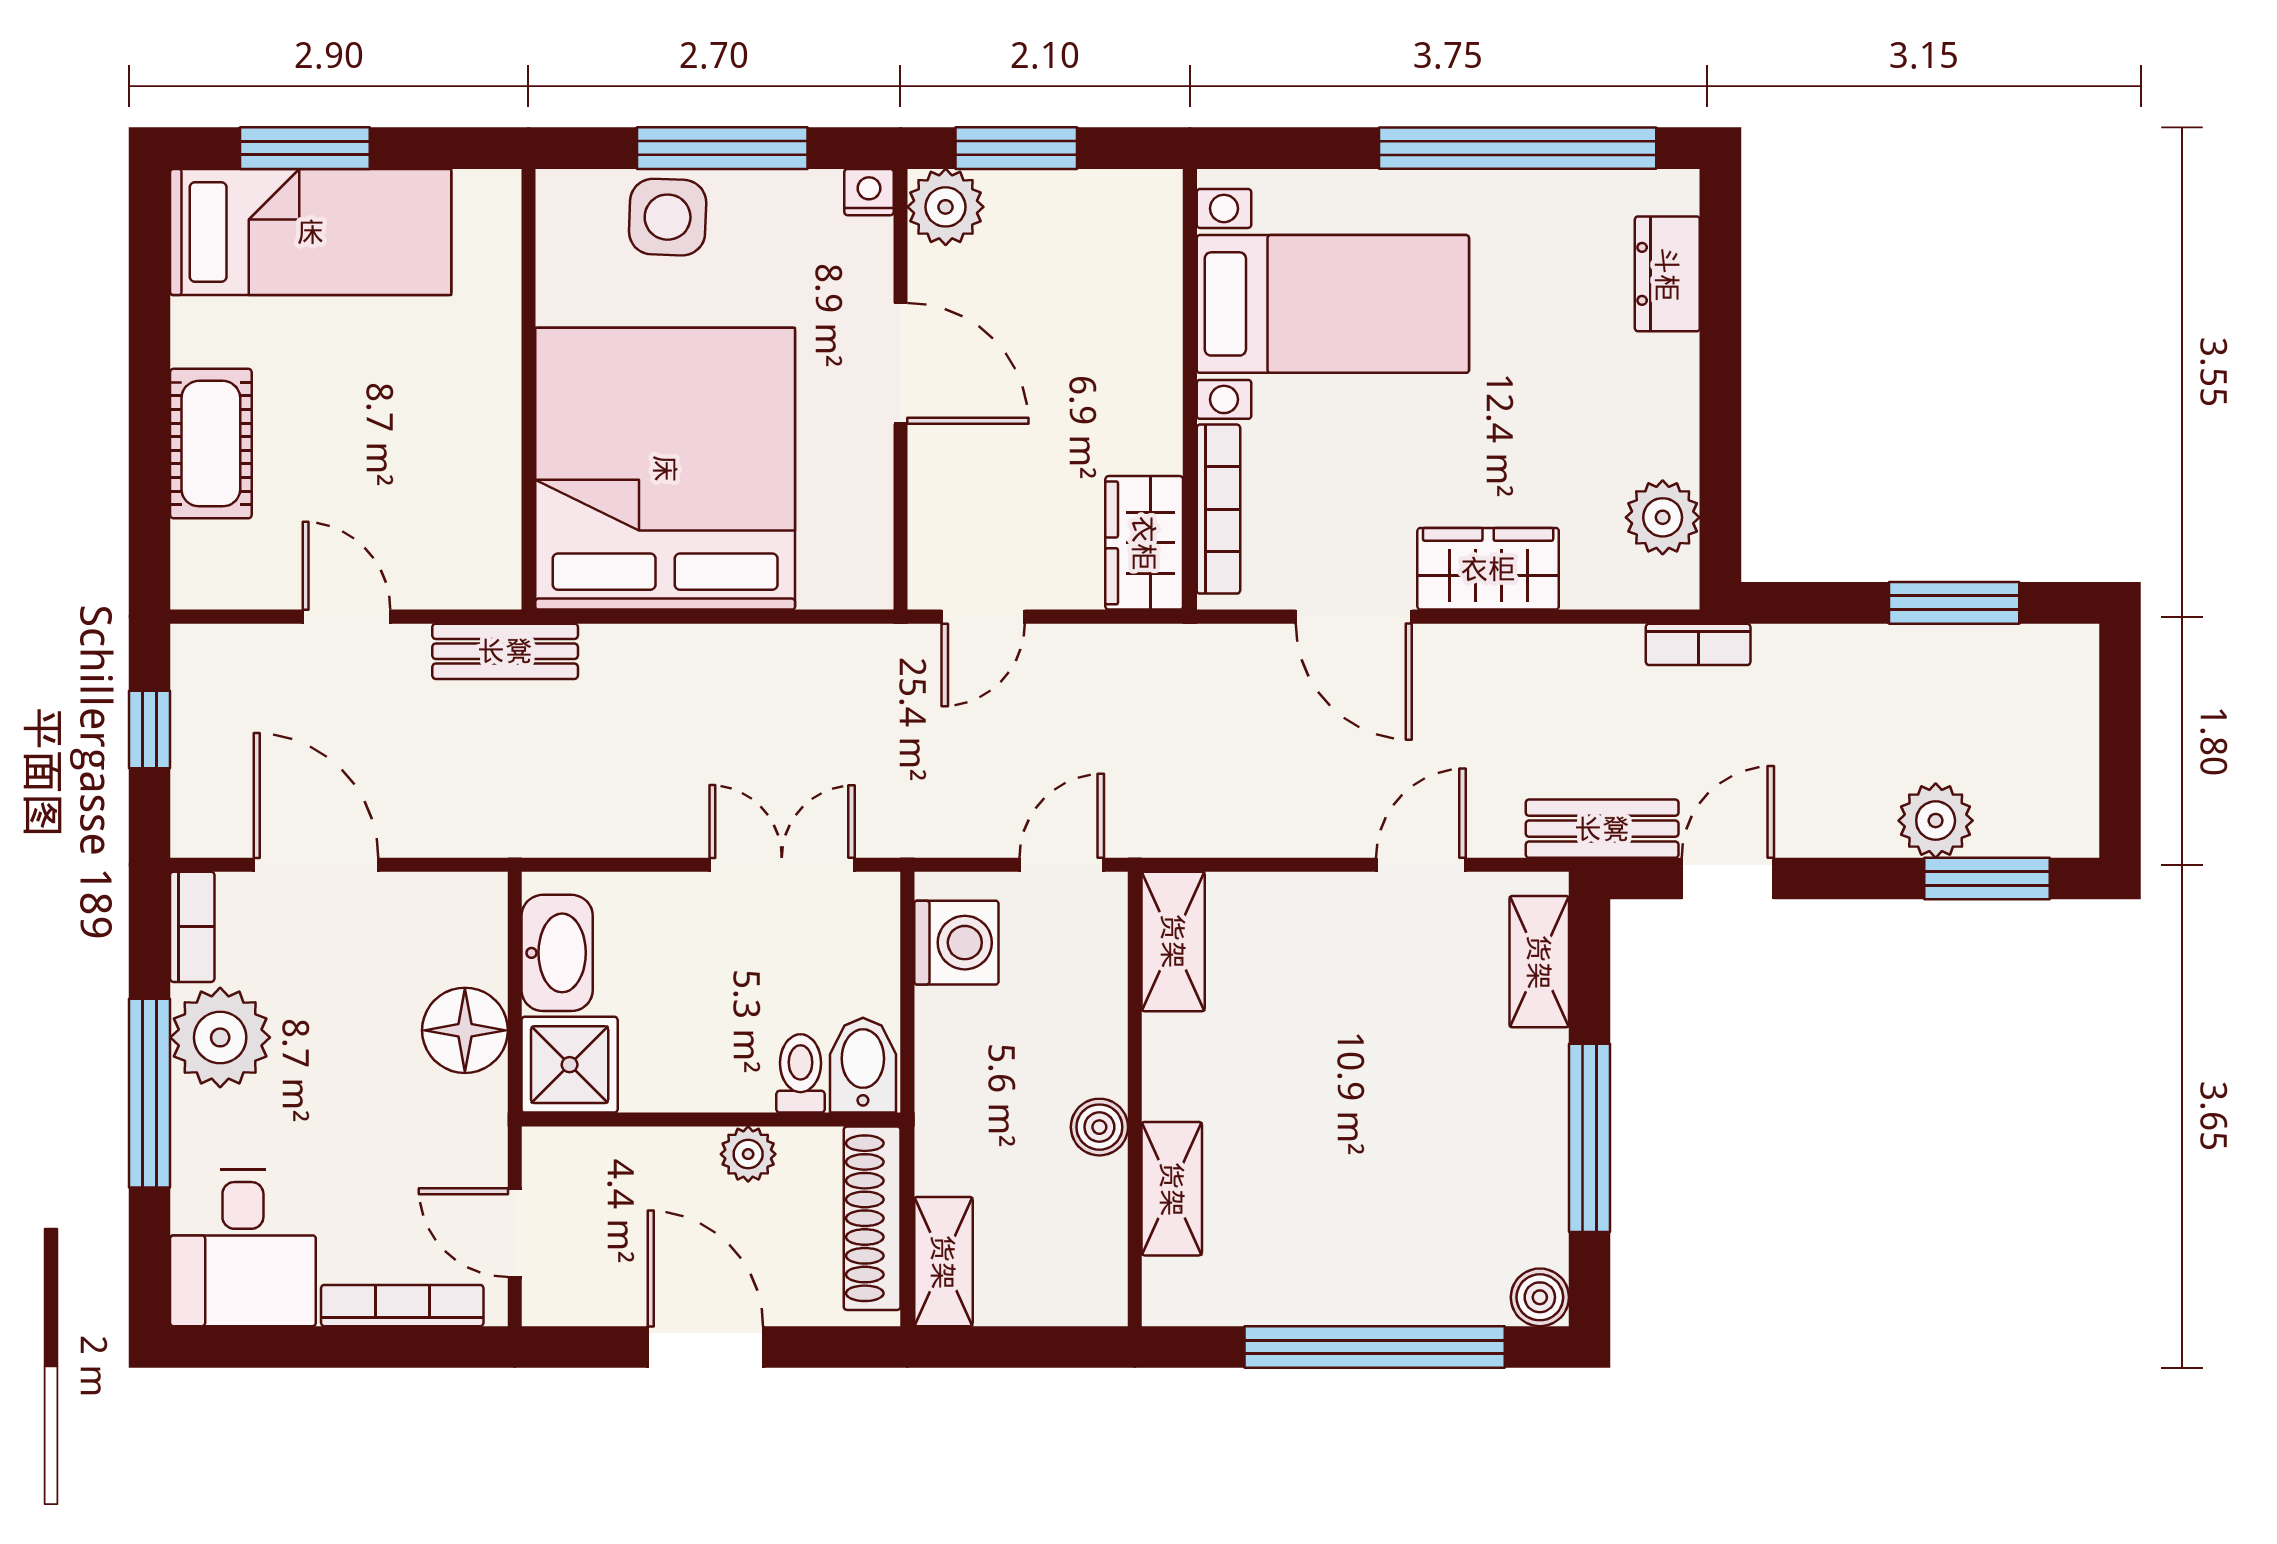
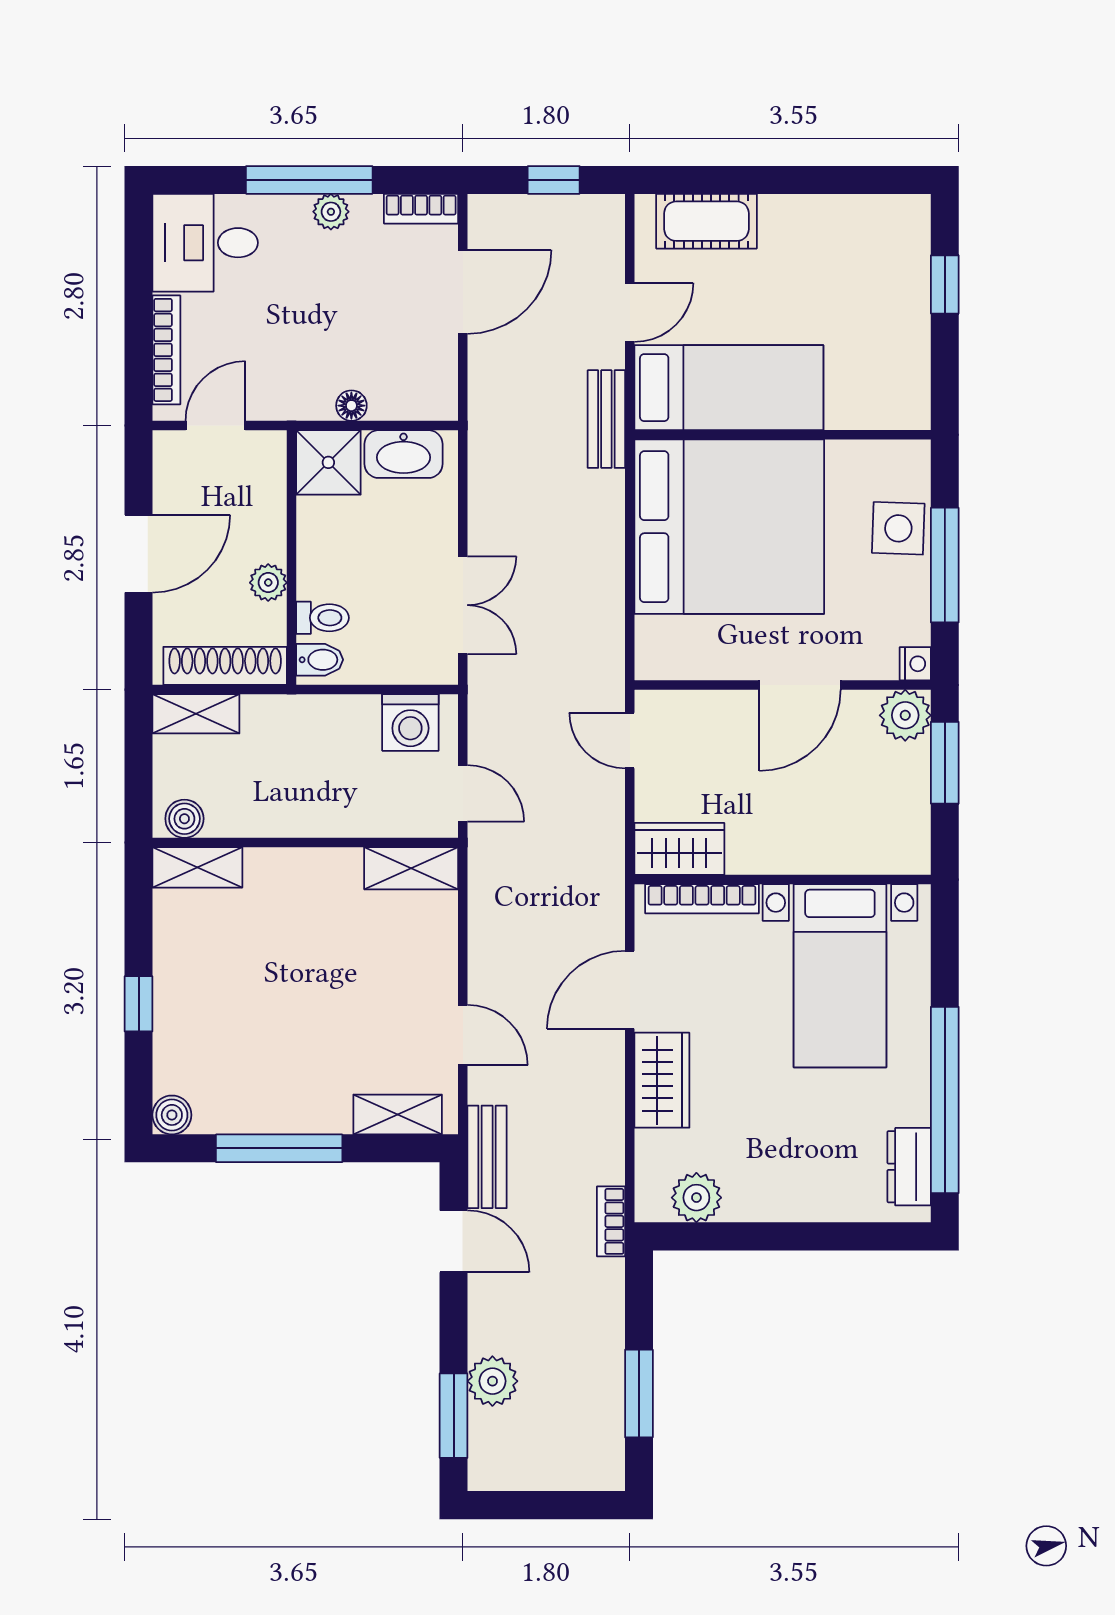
window: (305, 148) -> (945, 284), width x0.67
bed: (311, 232) -> (729, 388), moved, turned -90
dresser: (1667, 274) -> (909, 1167), moved, turned -90
cot: (211, 444) -> (706, 221), moved
floor lamp: (465, 1030) -> (351, 406), width x0.53, depth x0.53
plant: (220, 1037) -> (331, 212), width x0.53, depth x0.53
bidet: (863, 1065) -> (320, 660), width x0.72, depth x0.74
boiler: (1099, 1127) -> (184, 819), moved
shelving: (1172, 1189) -> (197, 867), moved
window: (1375, 1347) -> (139, 1004), width x0.32

